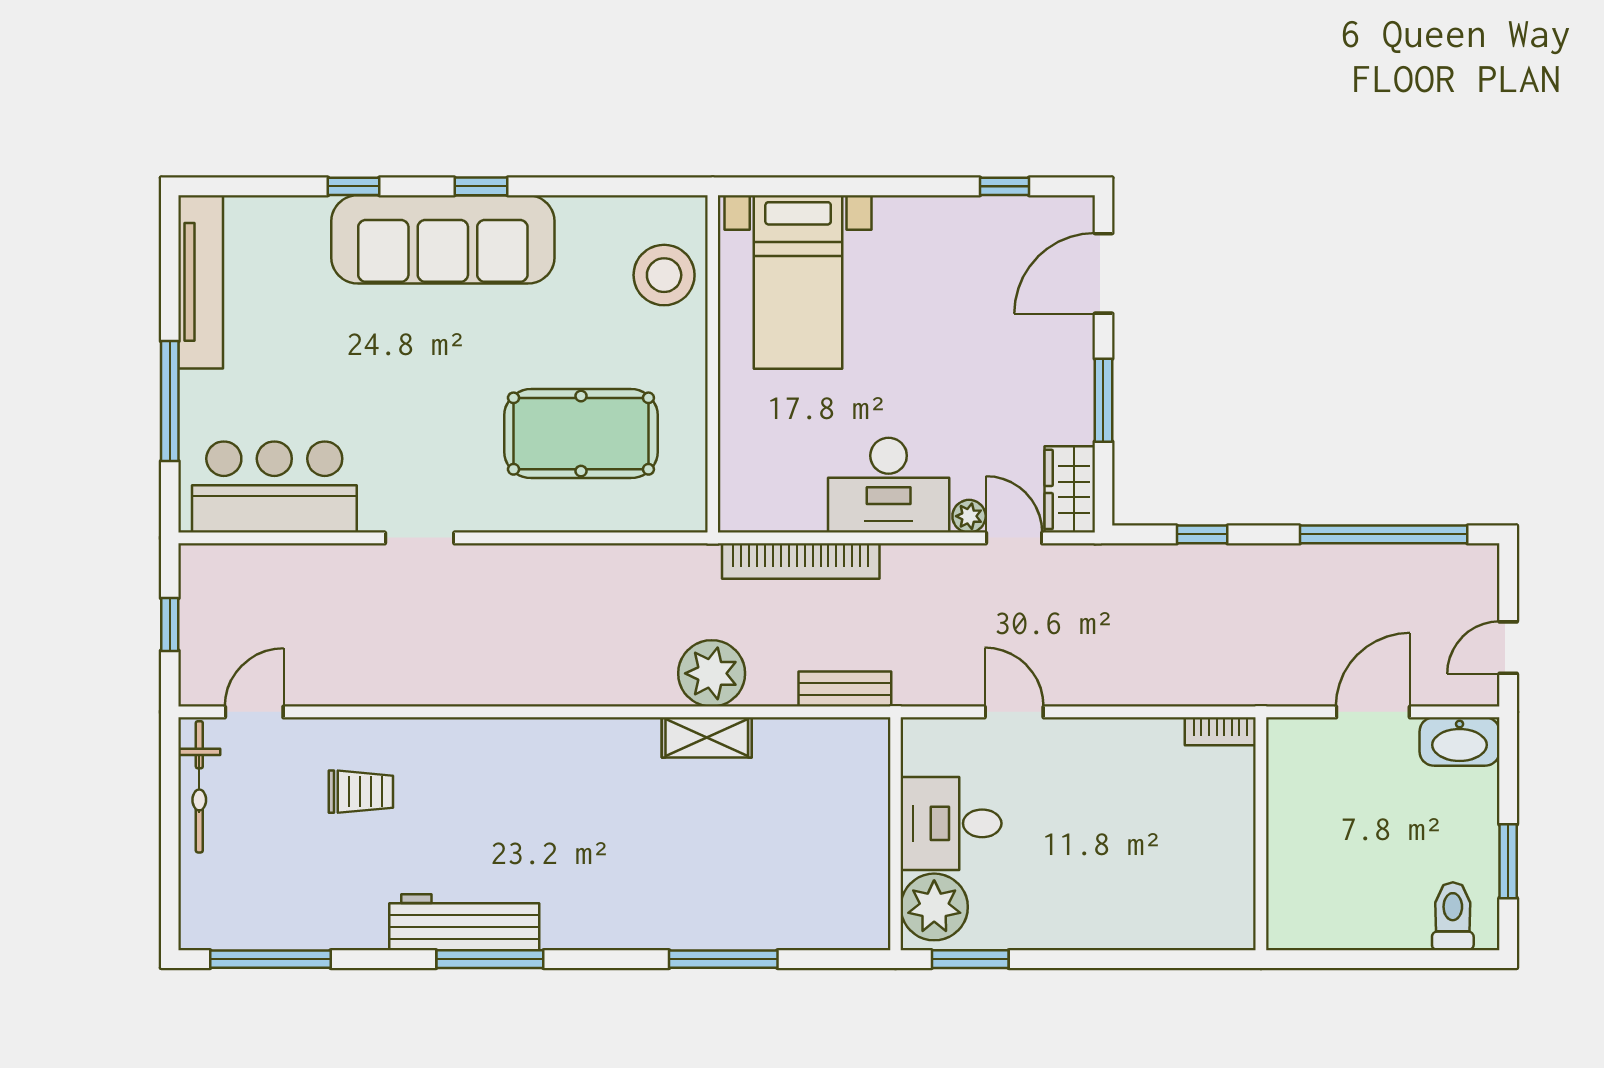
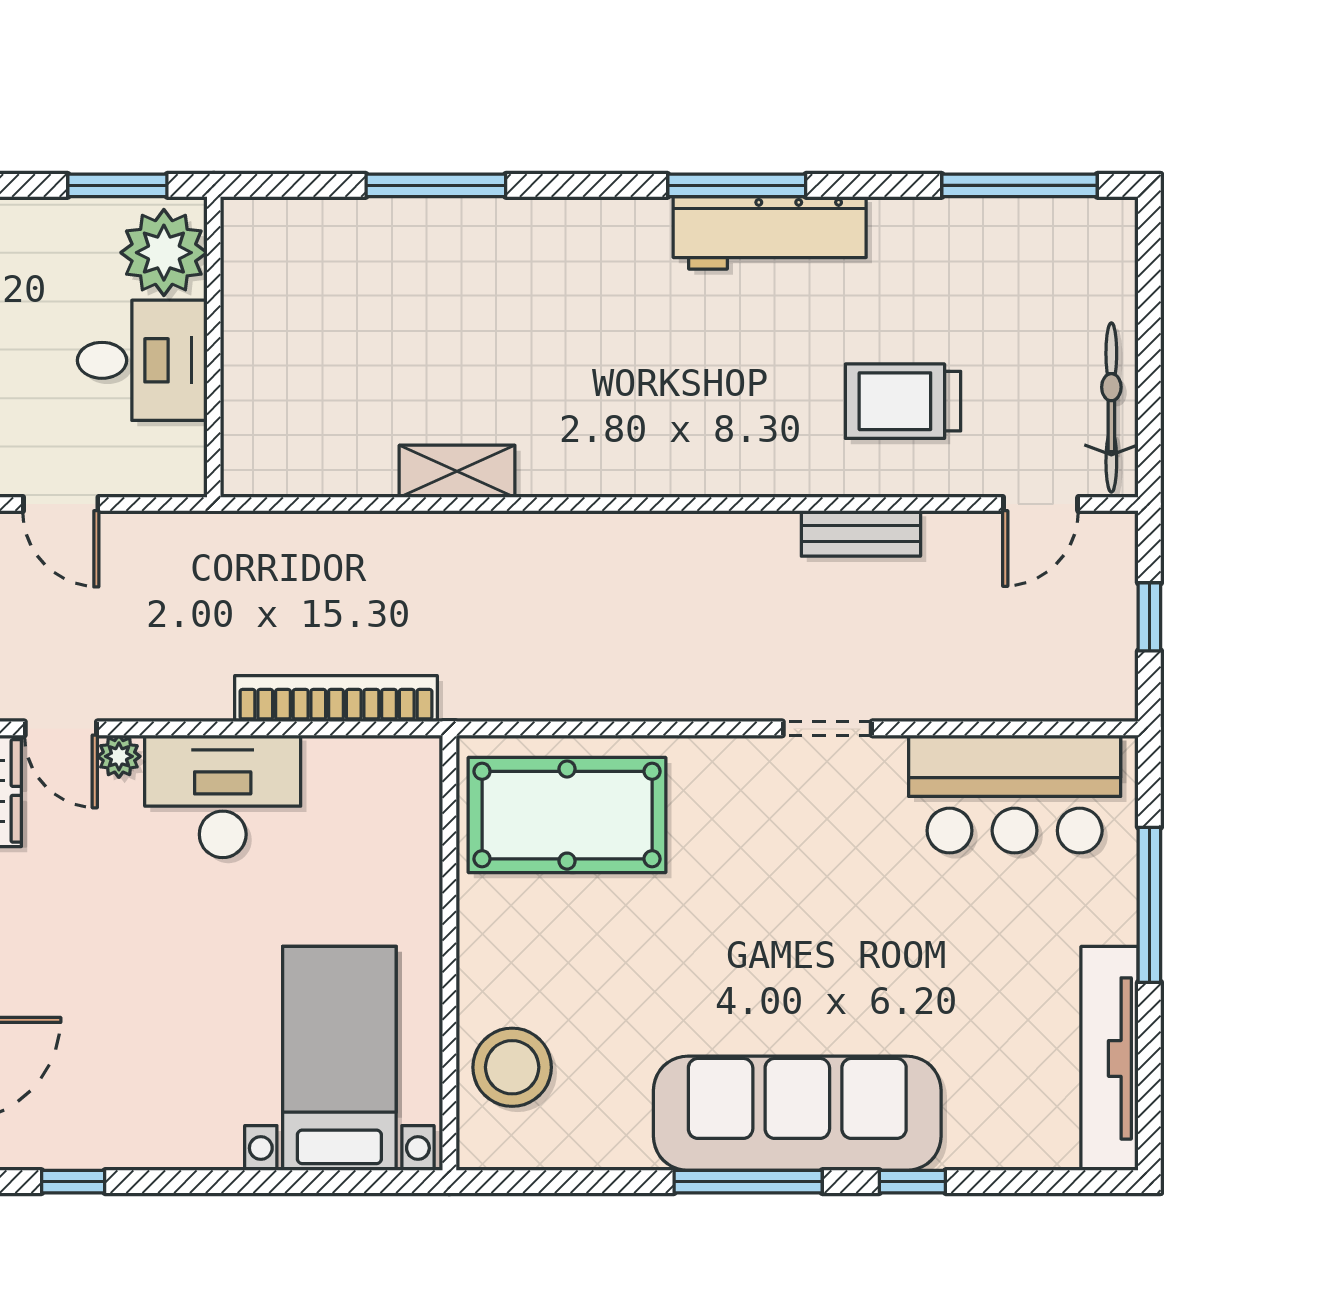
window: (481, 186) -> (748, 1182), width x2.17
pool table: (581, 434) -> (567, 815), moved
plant: (712, 673) -> (451, 554), removed
bench: (845, 689) -> (861, 533), moved
trolley: (361, 792) -> (903, 401), width x1.36, depth x1.39

